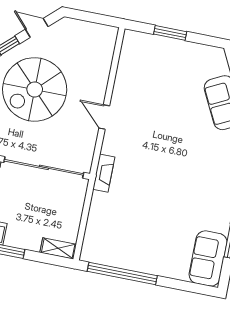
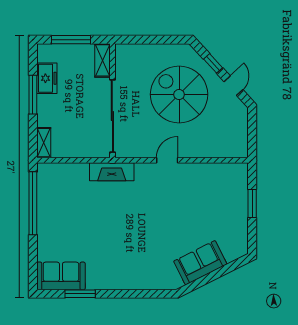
fireplace: (104, 173) -> (112, 172), width x1.37, depth x1.32

